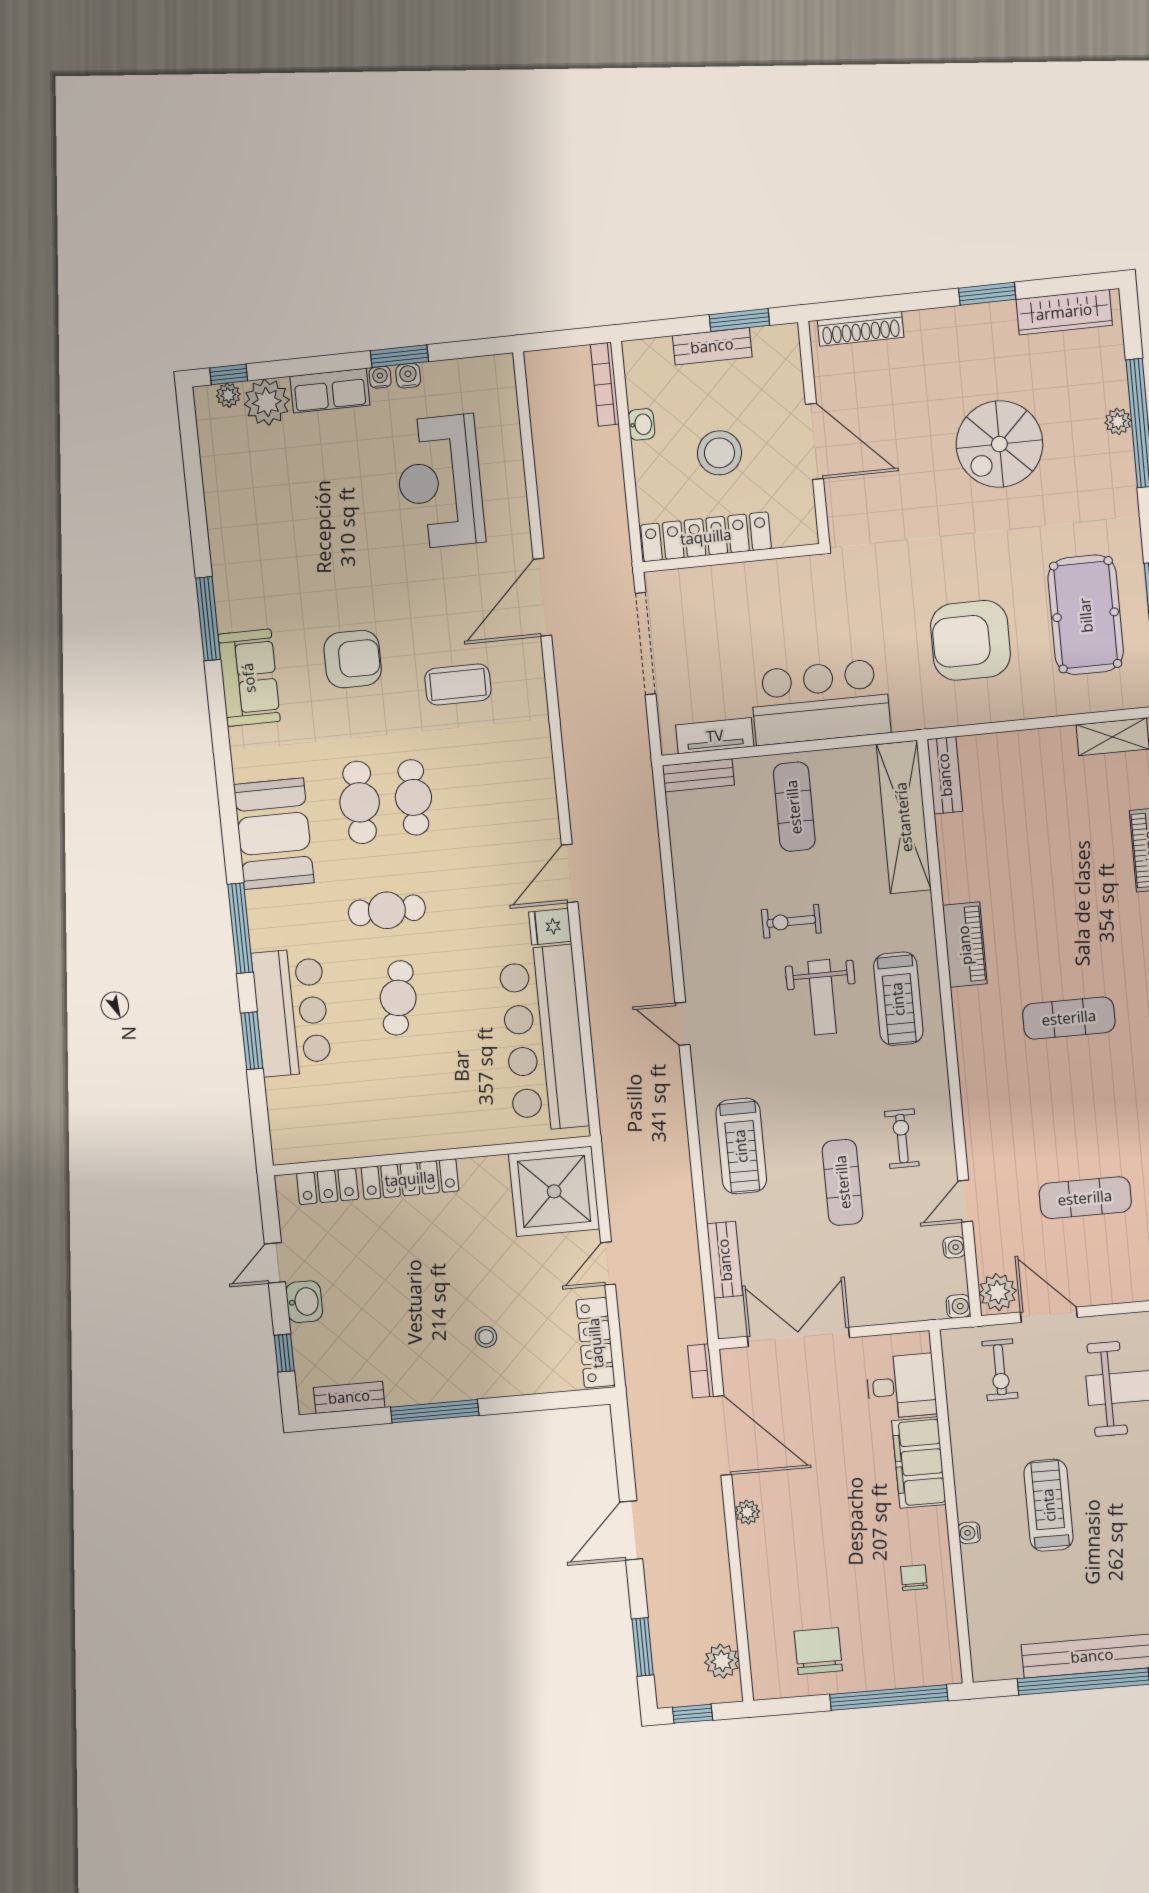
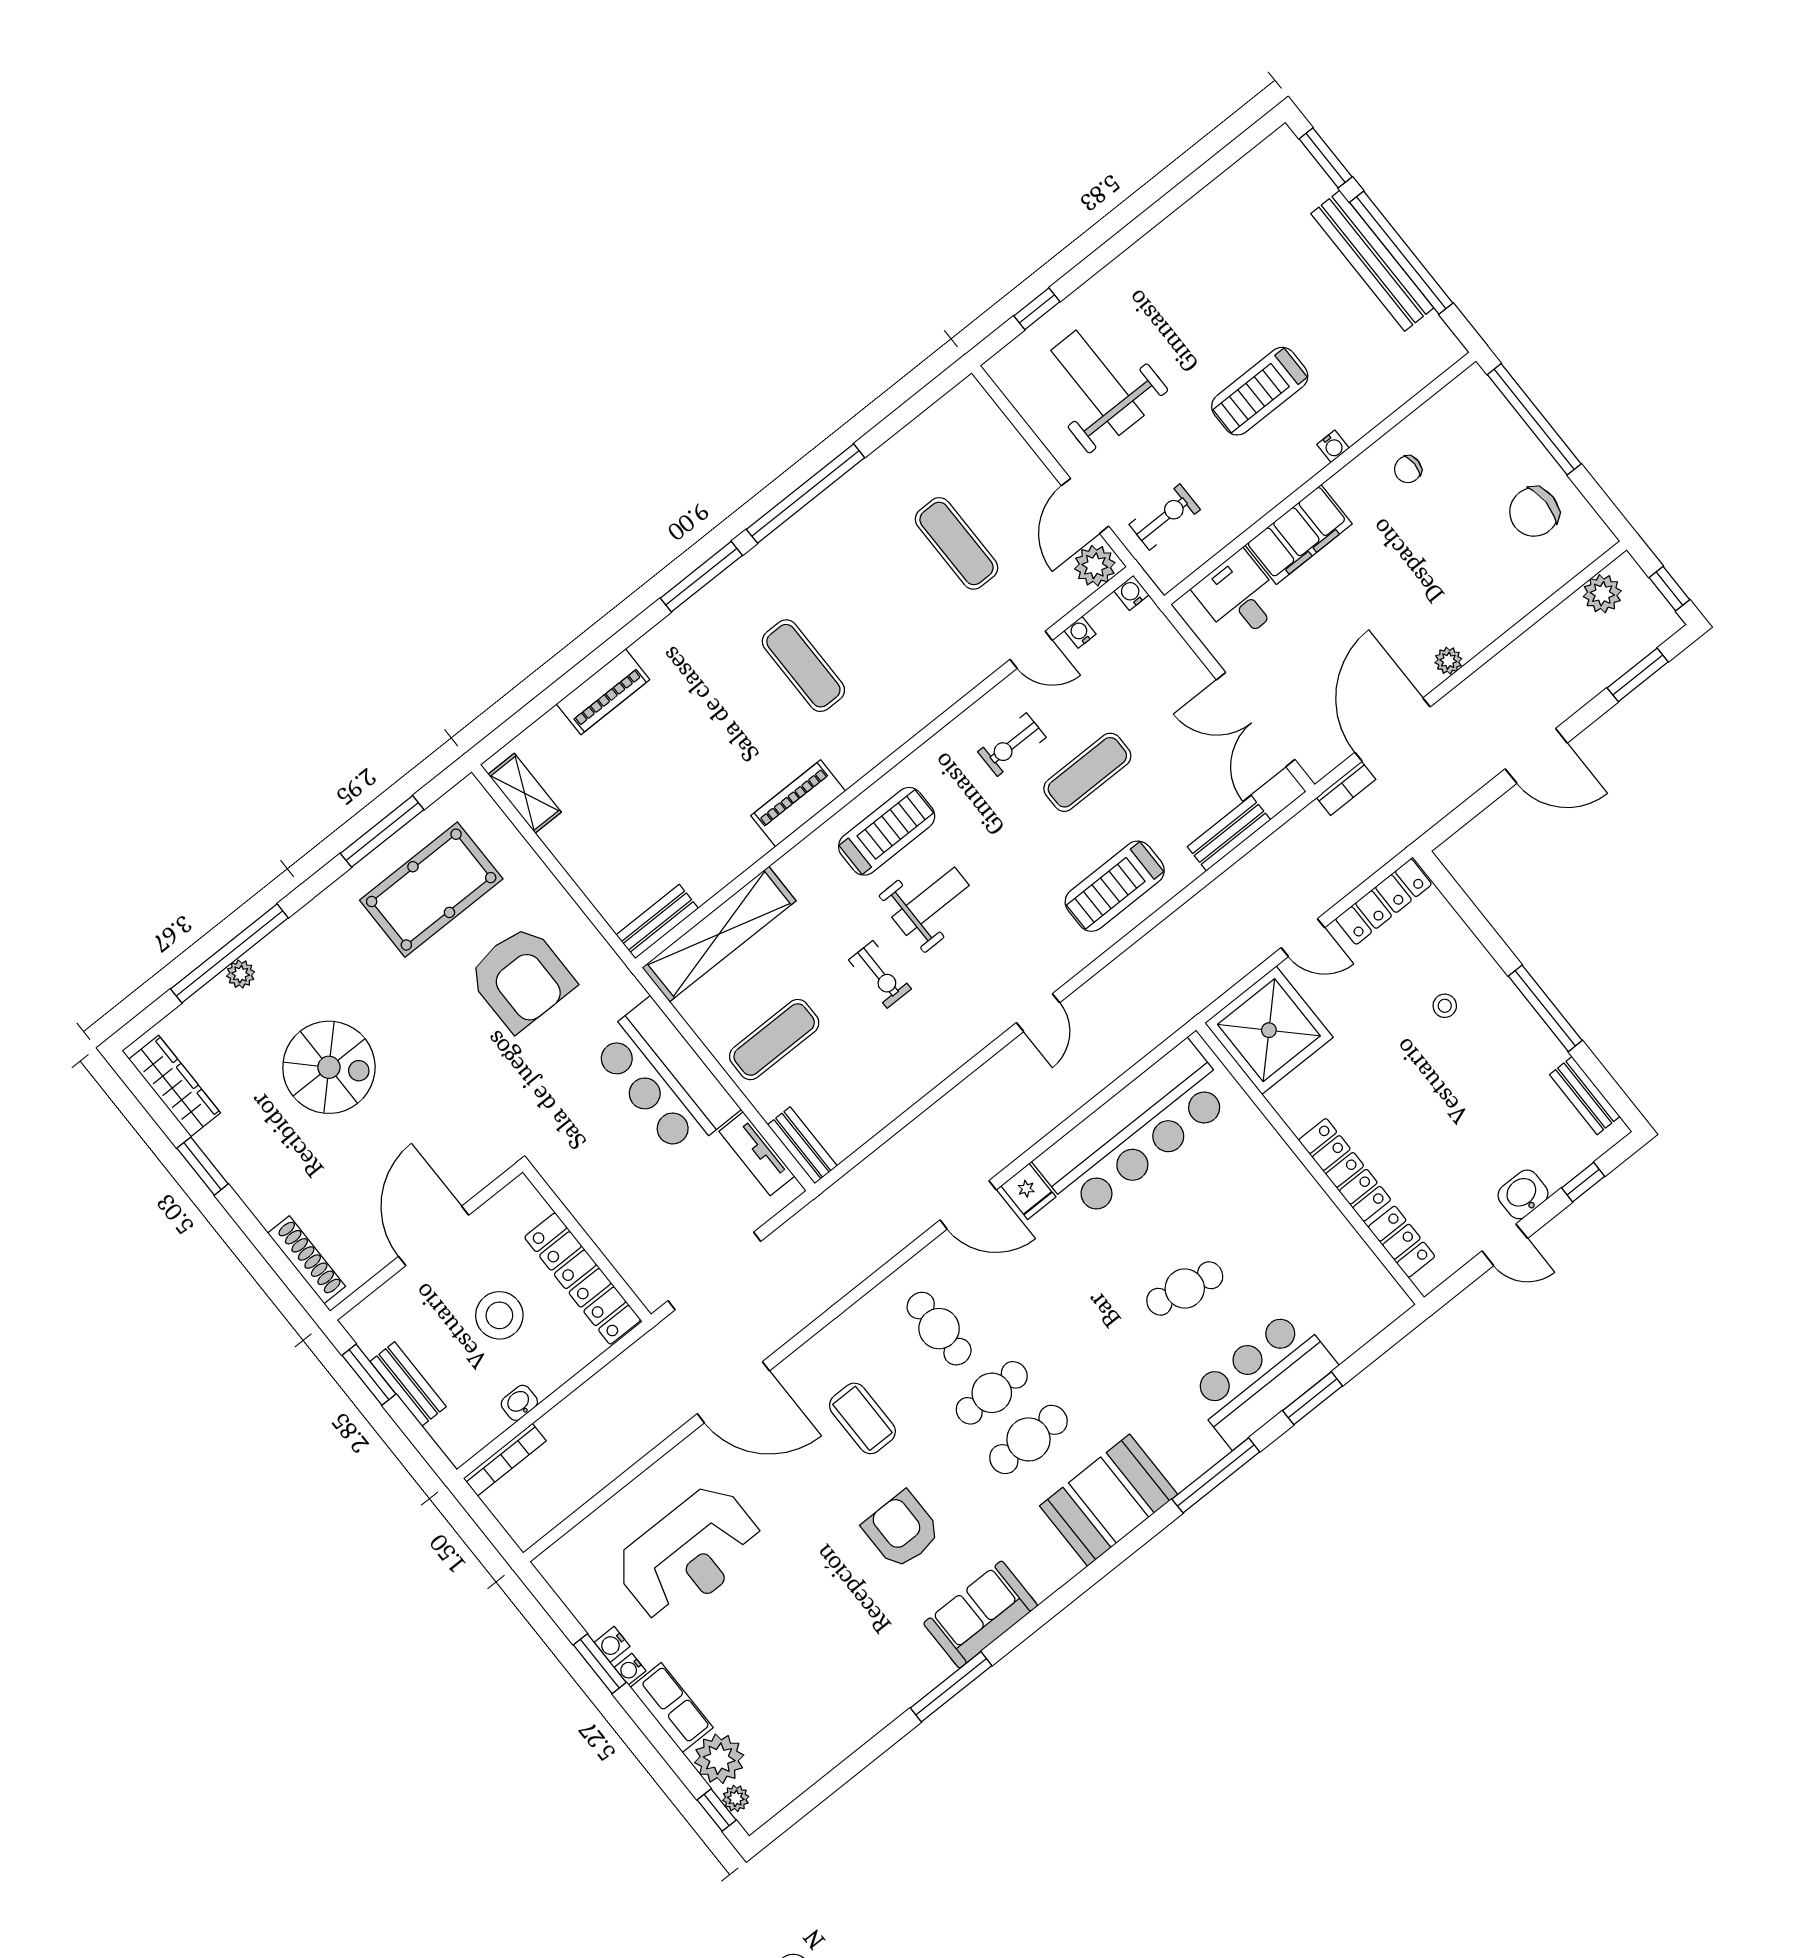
cafe table: (387, 910) -> (939, 1329), moved
treadmill: (741, 1146) -> (1115, 886), turned 180

